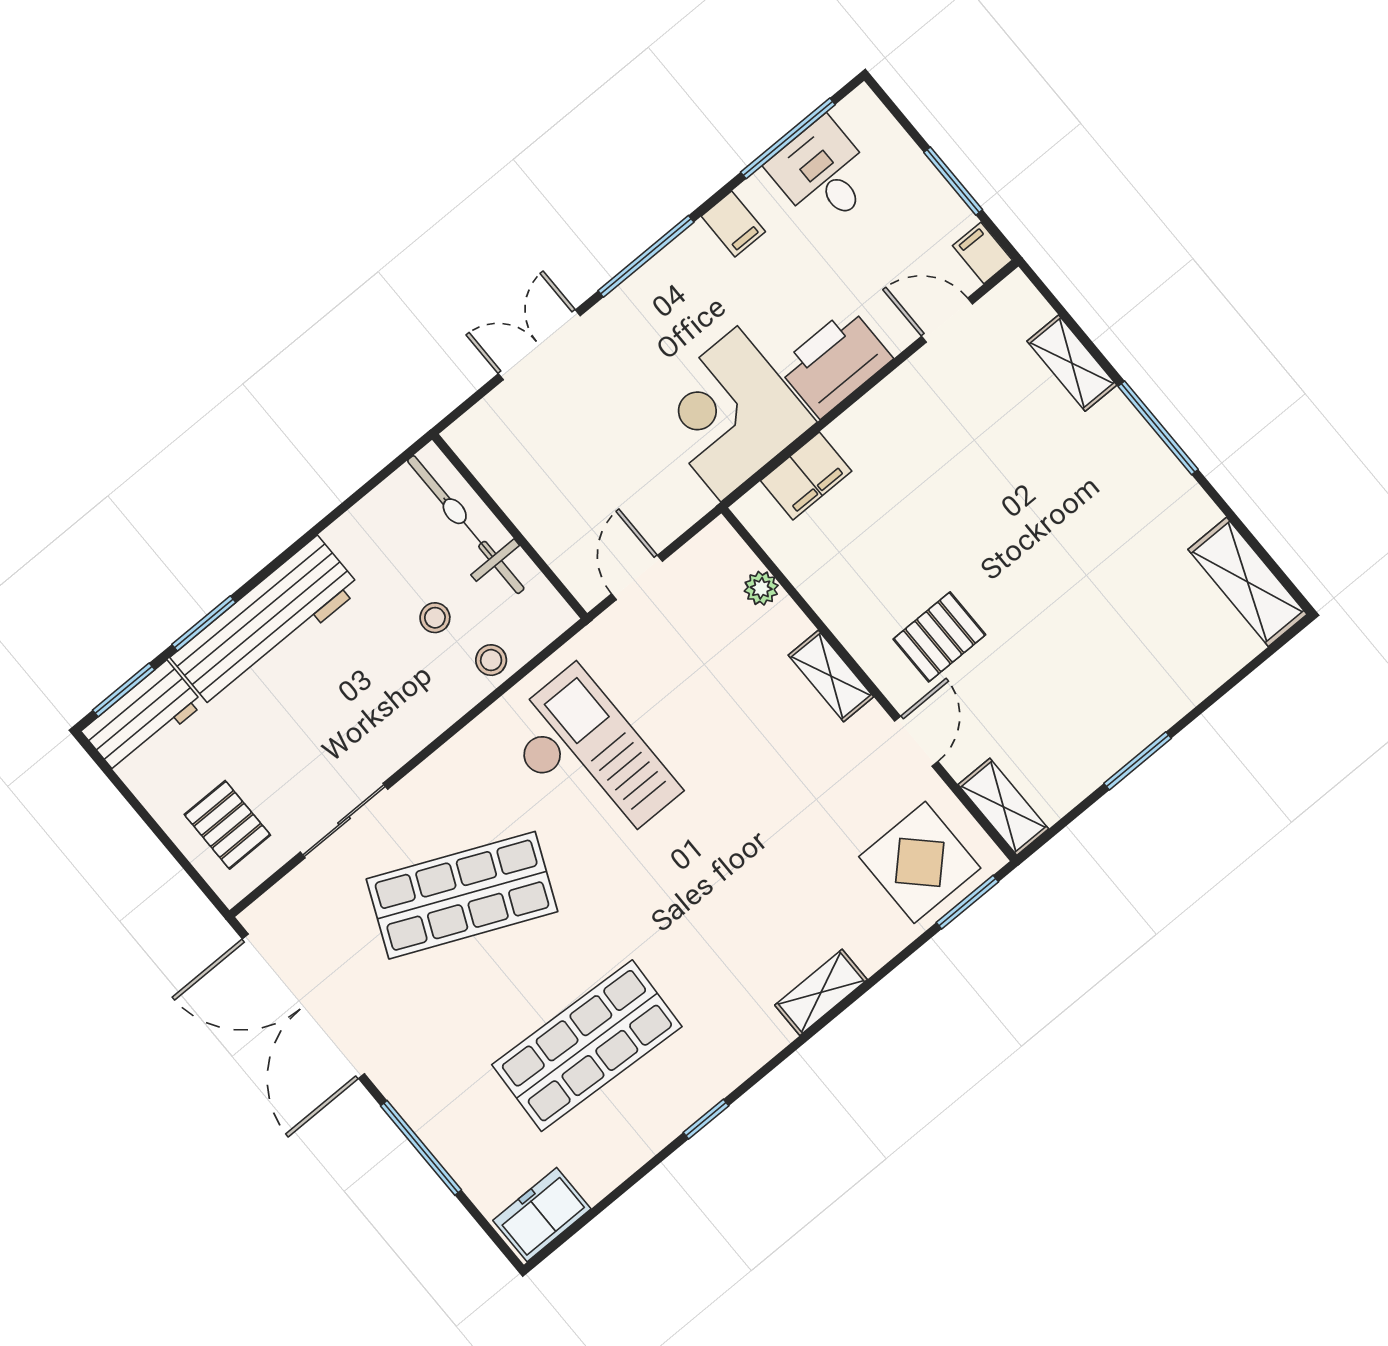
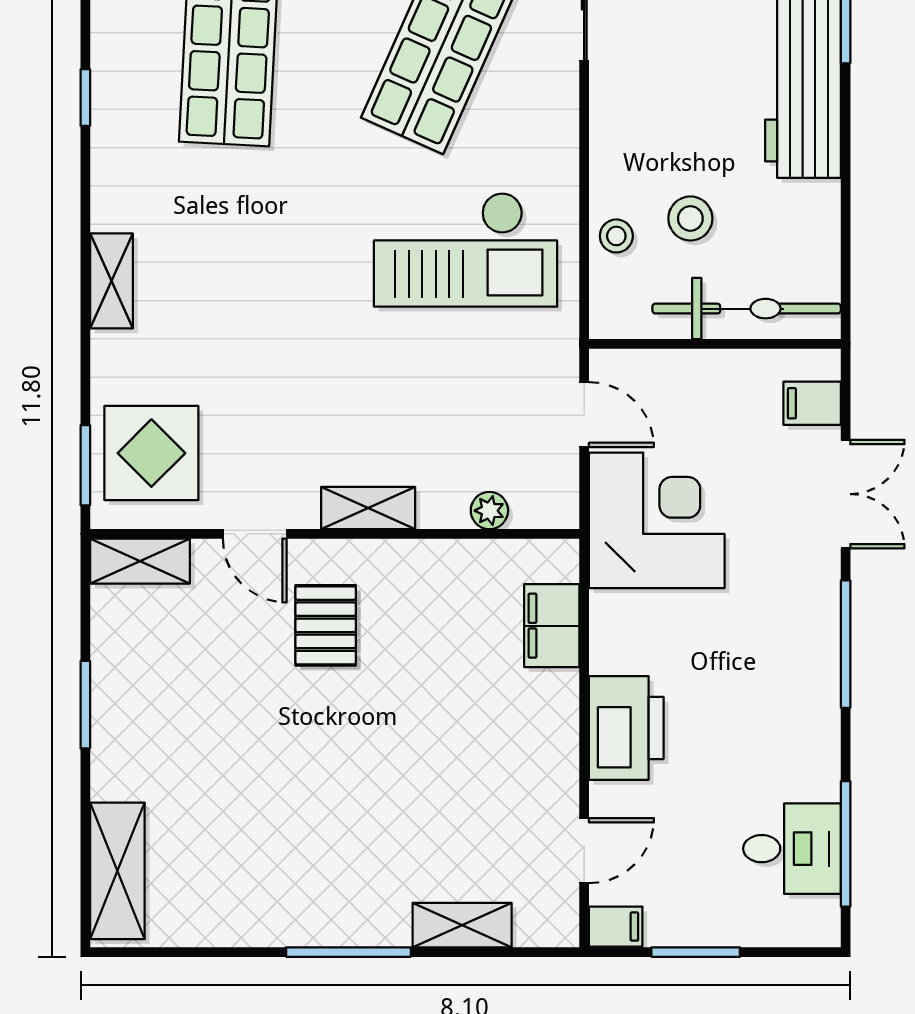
filing cabinet: (733, 224) -> (812, 403), moved
corner desk: (729, 414) -> (657, 520), moved
shelving: (1248, 582) -> (117, 871), moved, turned 90
stool: (435, 618) -> (690, 218), width x1.37, depth x1.37

